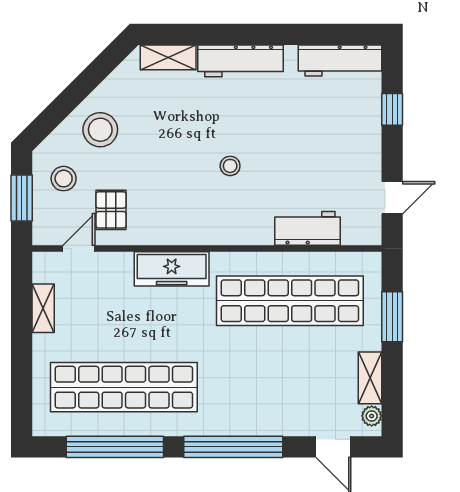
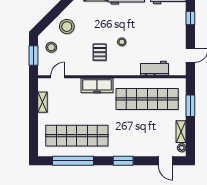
pallet: (111, 210) -> (100, 52), moved
window: (233, 447) -> (123, 161), width x0.47

